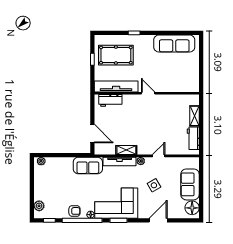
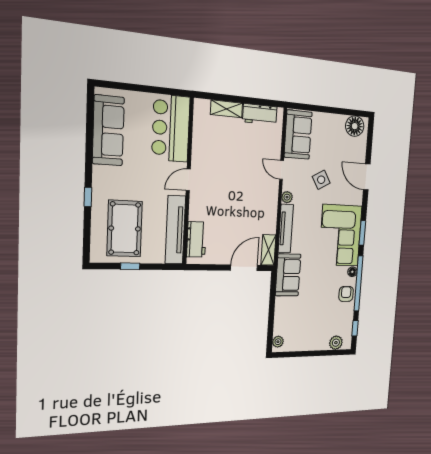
bar counter: (179, 81) -> (171, 128), added
shelving: (126, 150) -> (268, 250), moved
sofa: (190, 184) -> (298, 135), moved, turned -90

